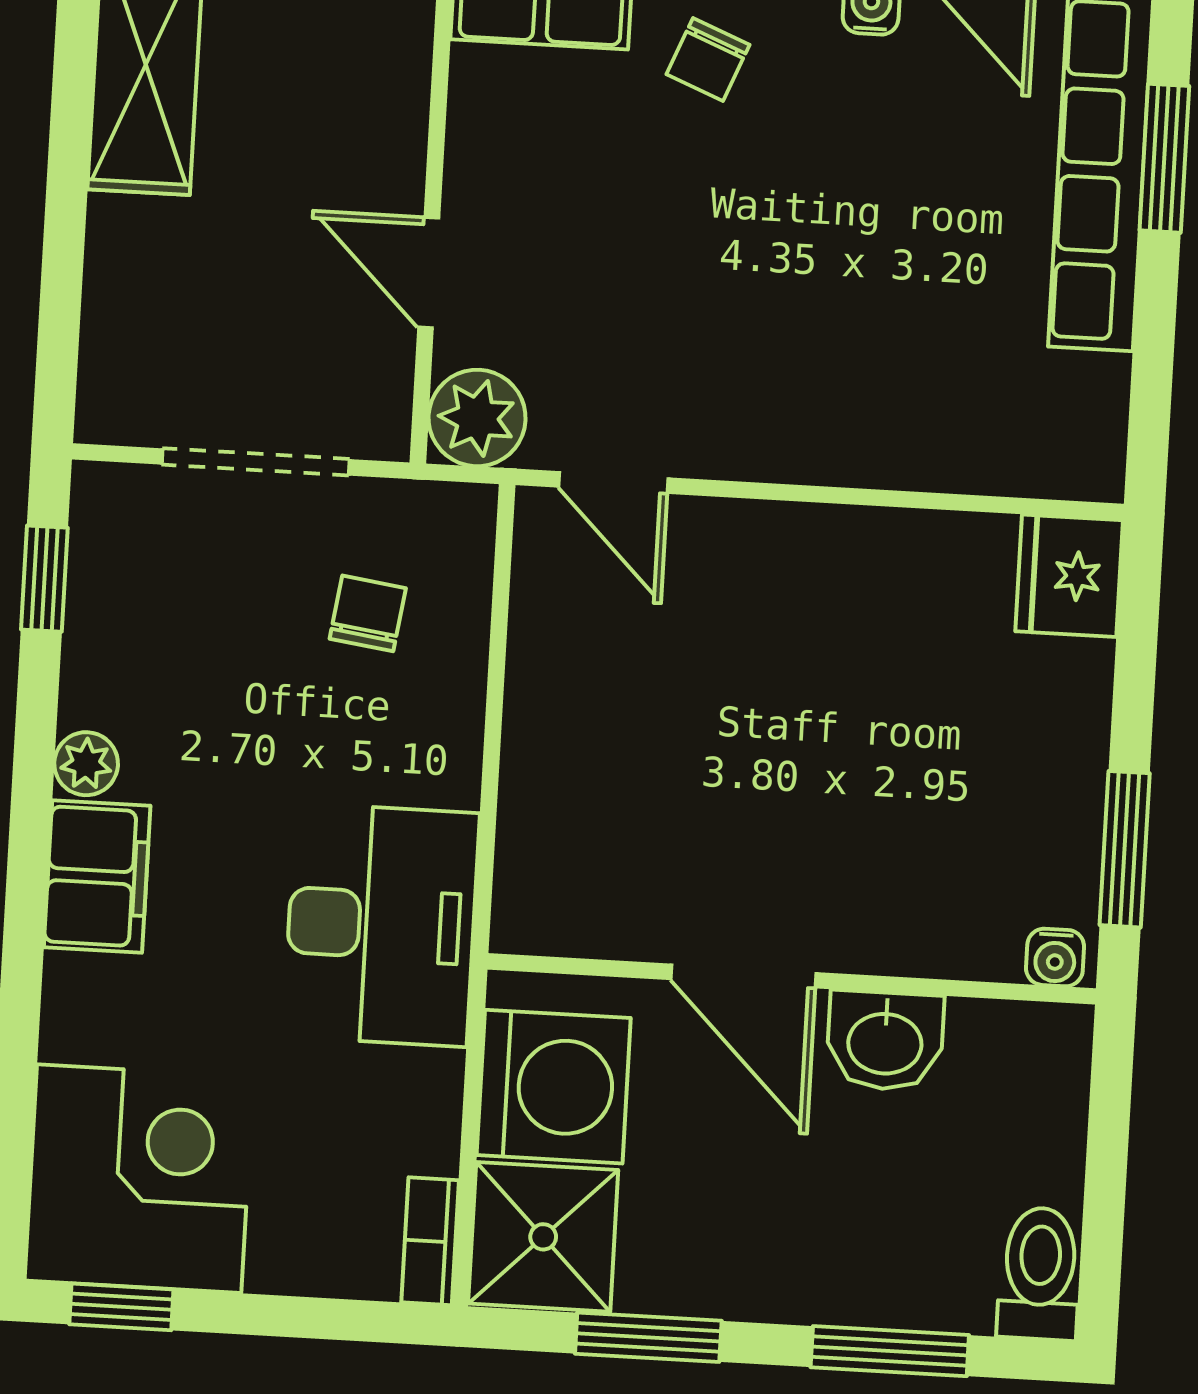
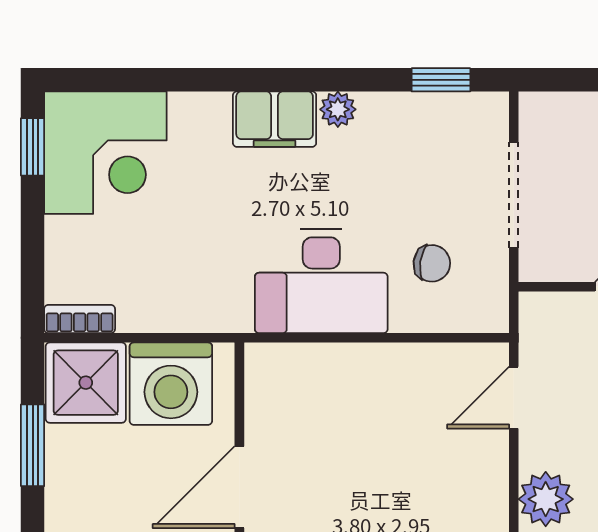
plant: (477, 418) -> (546, 499), moved
desk: (381, 925) -> (321, 281), moved

